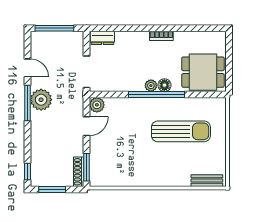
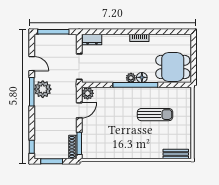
sun lounger: (181, 131) -> (155, 115), width x0.73, depth x0.75

